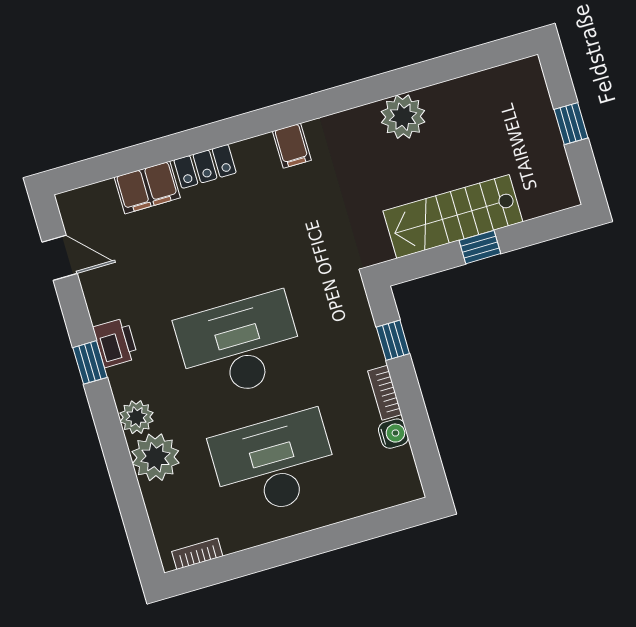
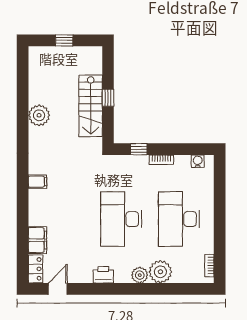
filing cabinet: (292, 146) -> (38, 182), moved
locker: (205, 166) -> (36, 269), moved
window: (90, 362) -> (109, 289), removed
water cooler: (393, 434) -> (198, 161), moved

